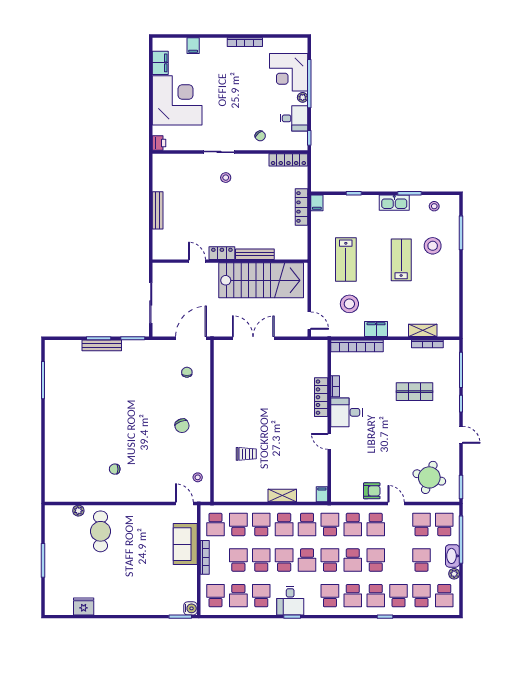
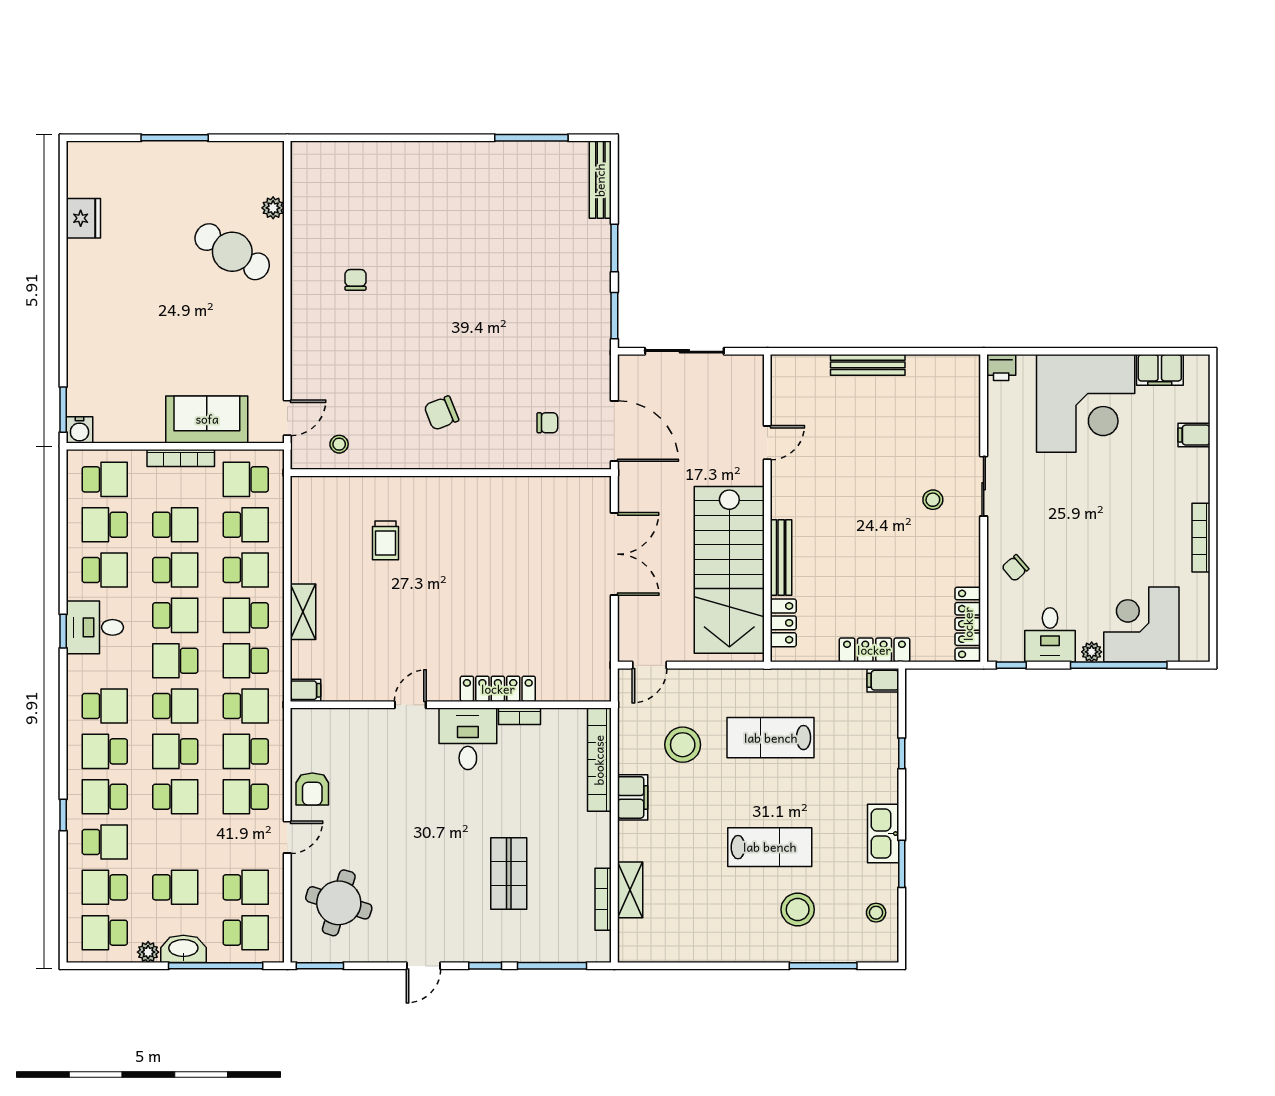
locker: (222, 253) -> (783, 623), moved
bench: (102, 345) -> (600, 180), moved
cafe table: (101, 531) -> (232, 252), turned 31
school desk: (421, 596) -> (105, 887), turned 180

